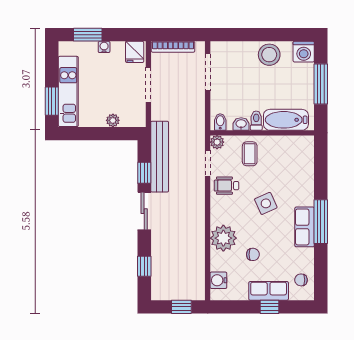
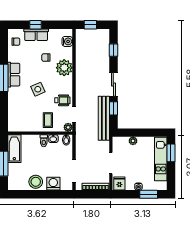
washing machine: (304, 52) -> (53, 184), moved
bathtub: (286, 120) -> (14, 149), moved, turned -90

